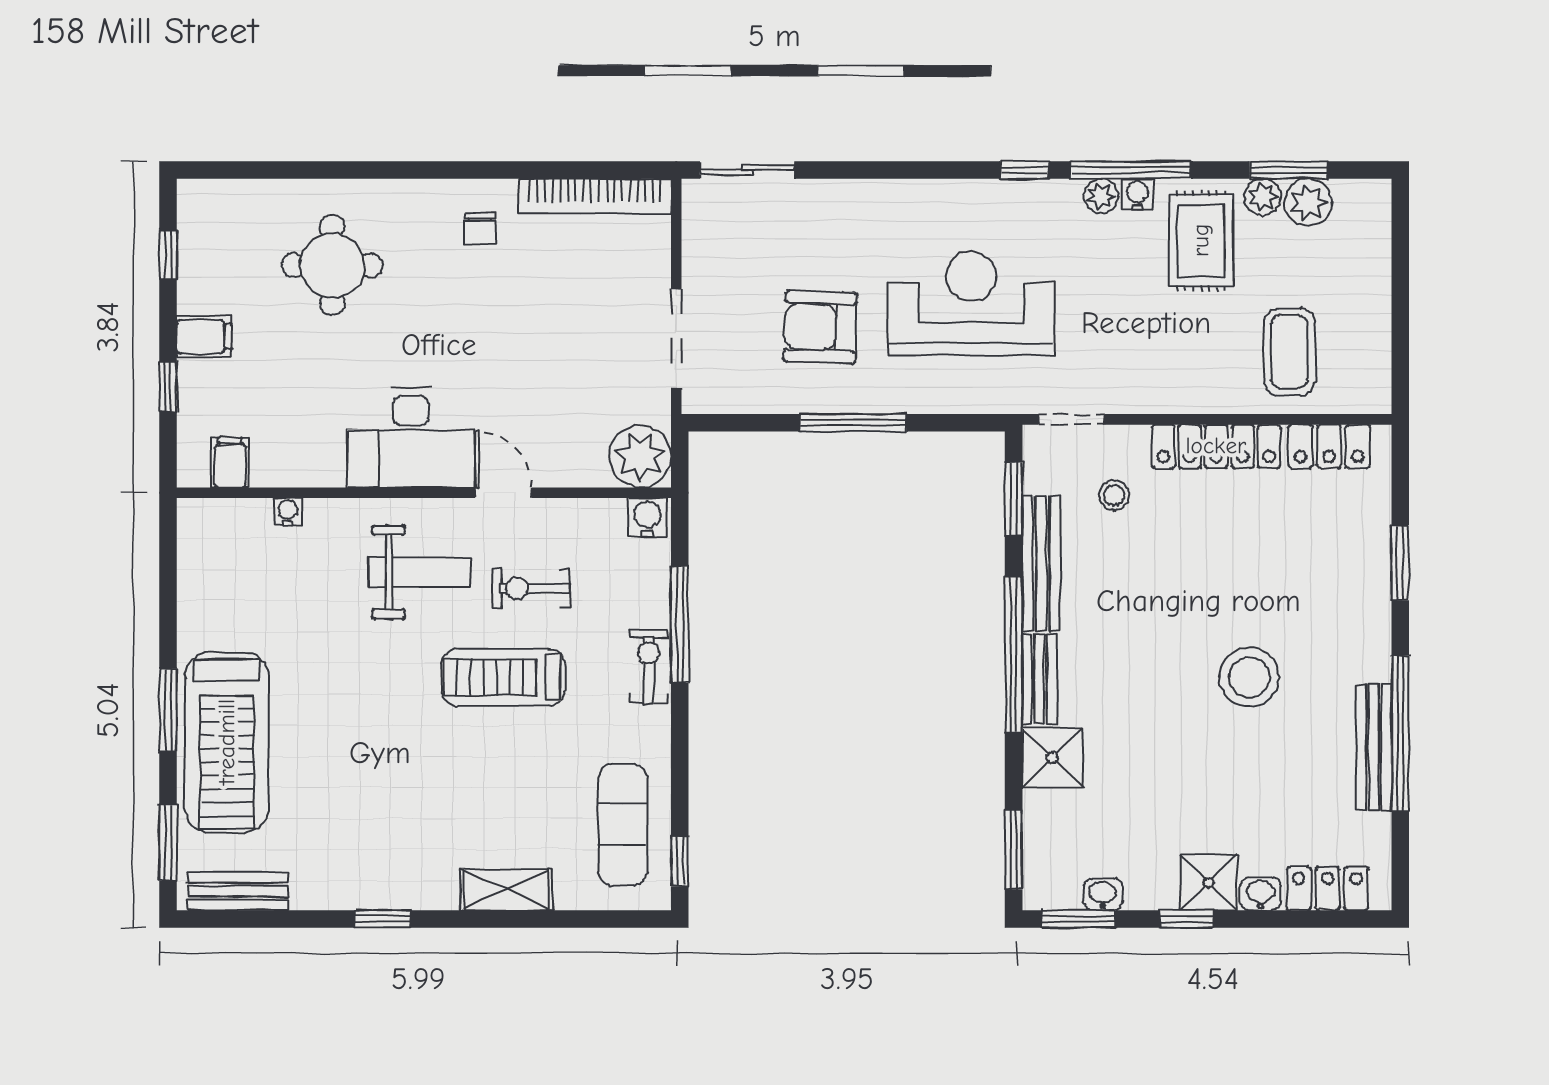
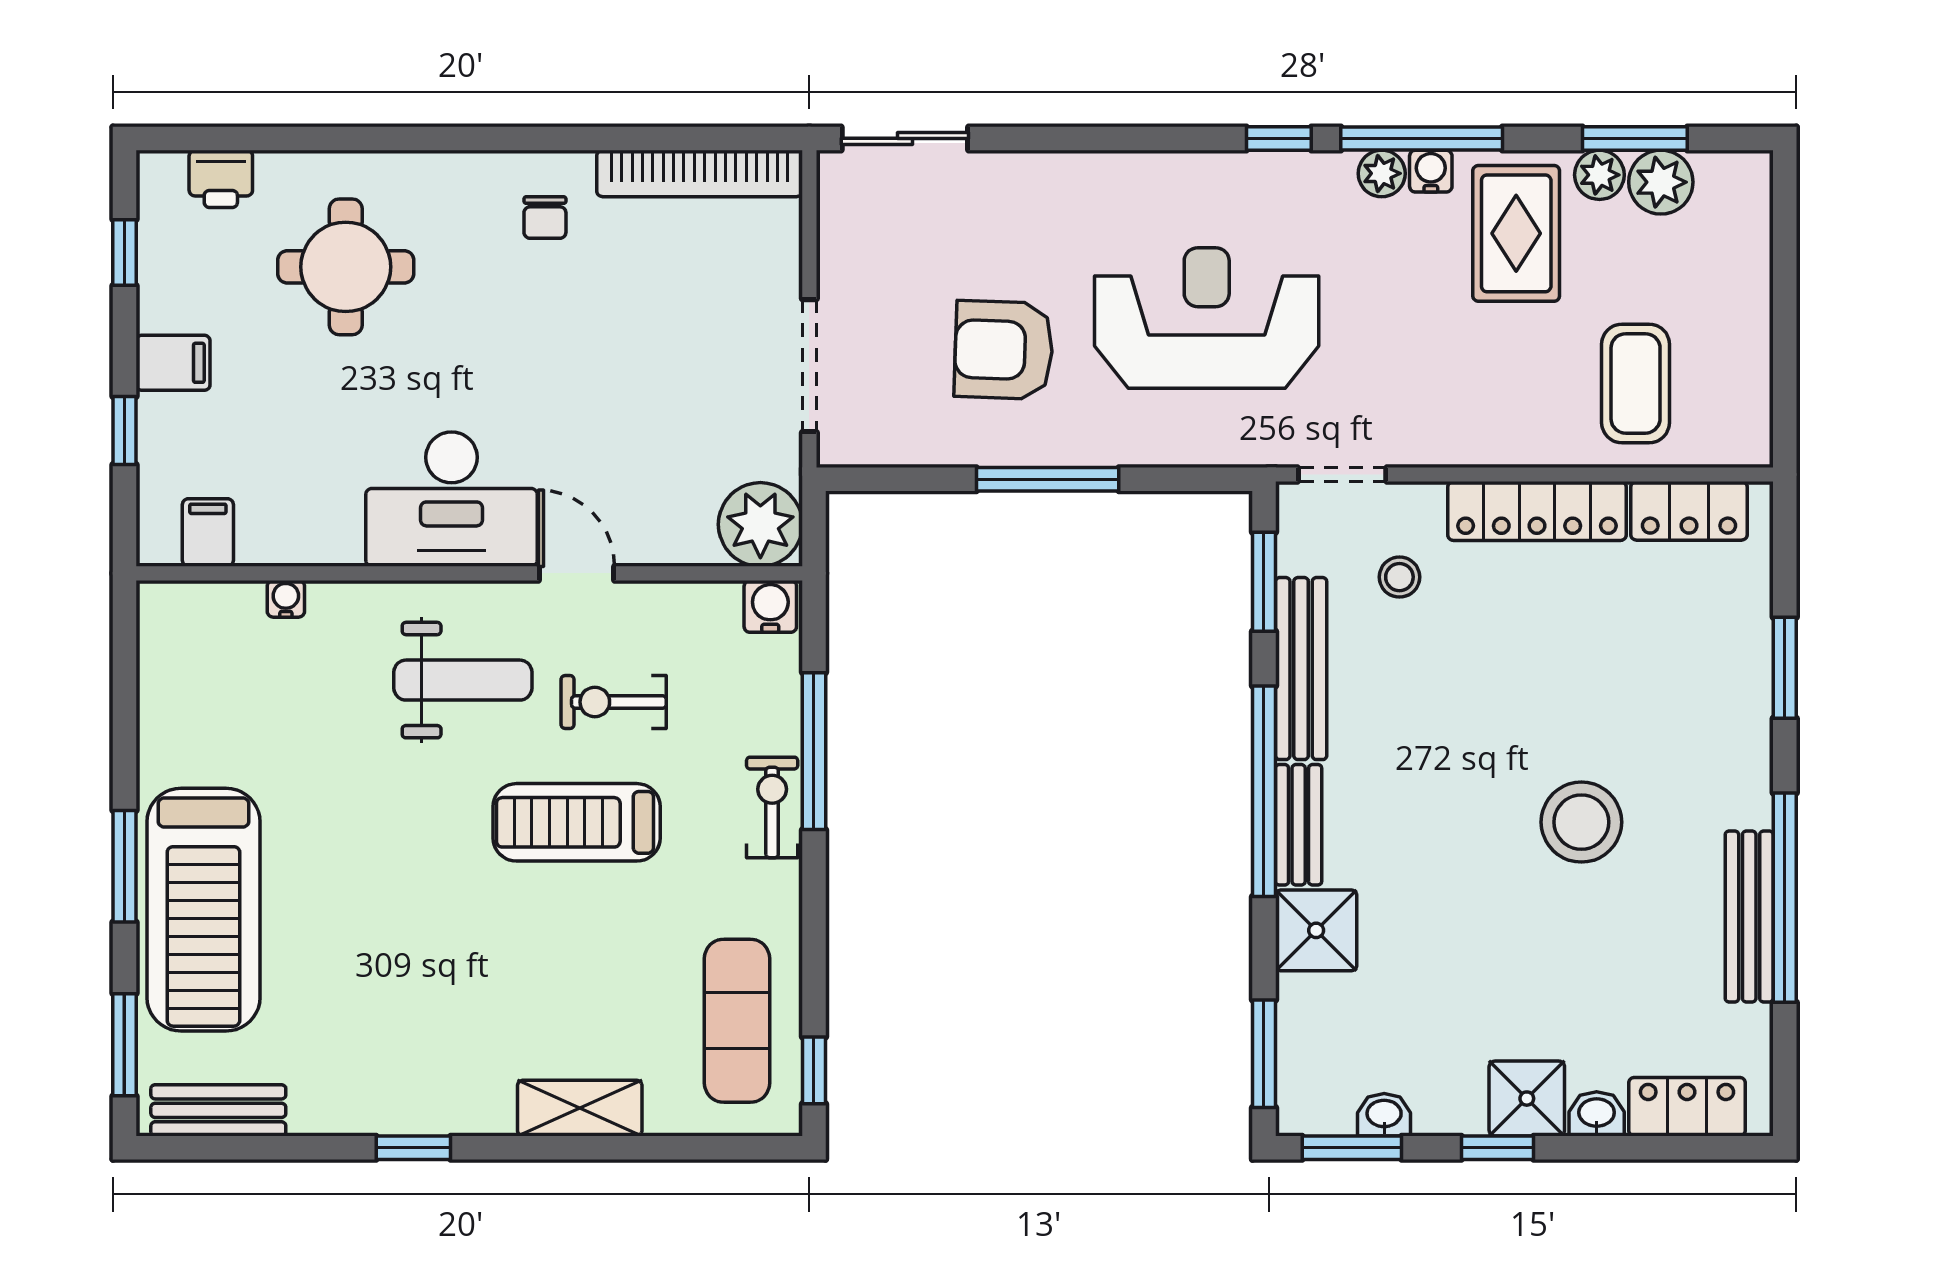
printer: (240, 200) -> (221, 179), added

